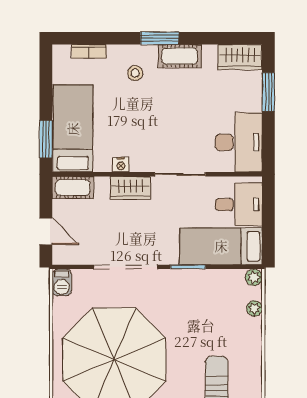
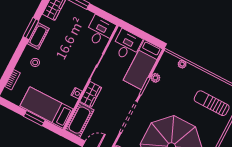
window: (160, 38) -> (31, 28), moved
window: (46, 139) -> (34, 118), moved
desk: (239, 142) -> (100, 31), width x0.73
cot: (73, 188) -> (79, 120), width x1.37, depth x1.34
plant: (254, 277) -> (155, 78), moved

